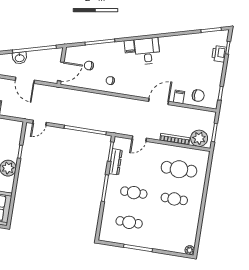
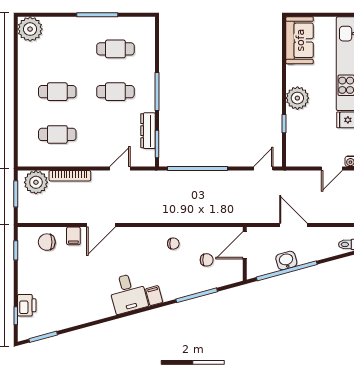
washbasin: (20, 58) -> (286, 260), moved
cafe table: (179, 169) -> (57, 134), width x0.73, depth x0.74
plant: (190, 250) -> (30, 29), width x1.88, depth x1.88

